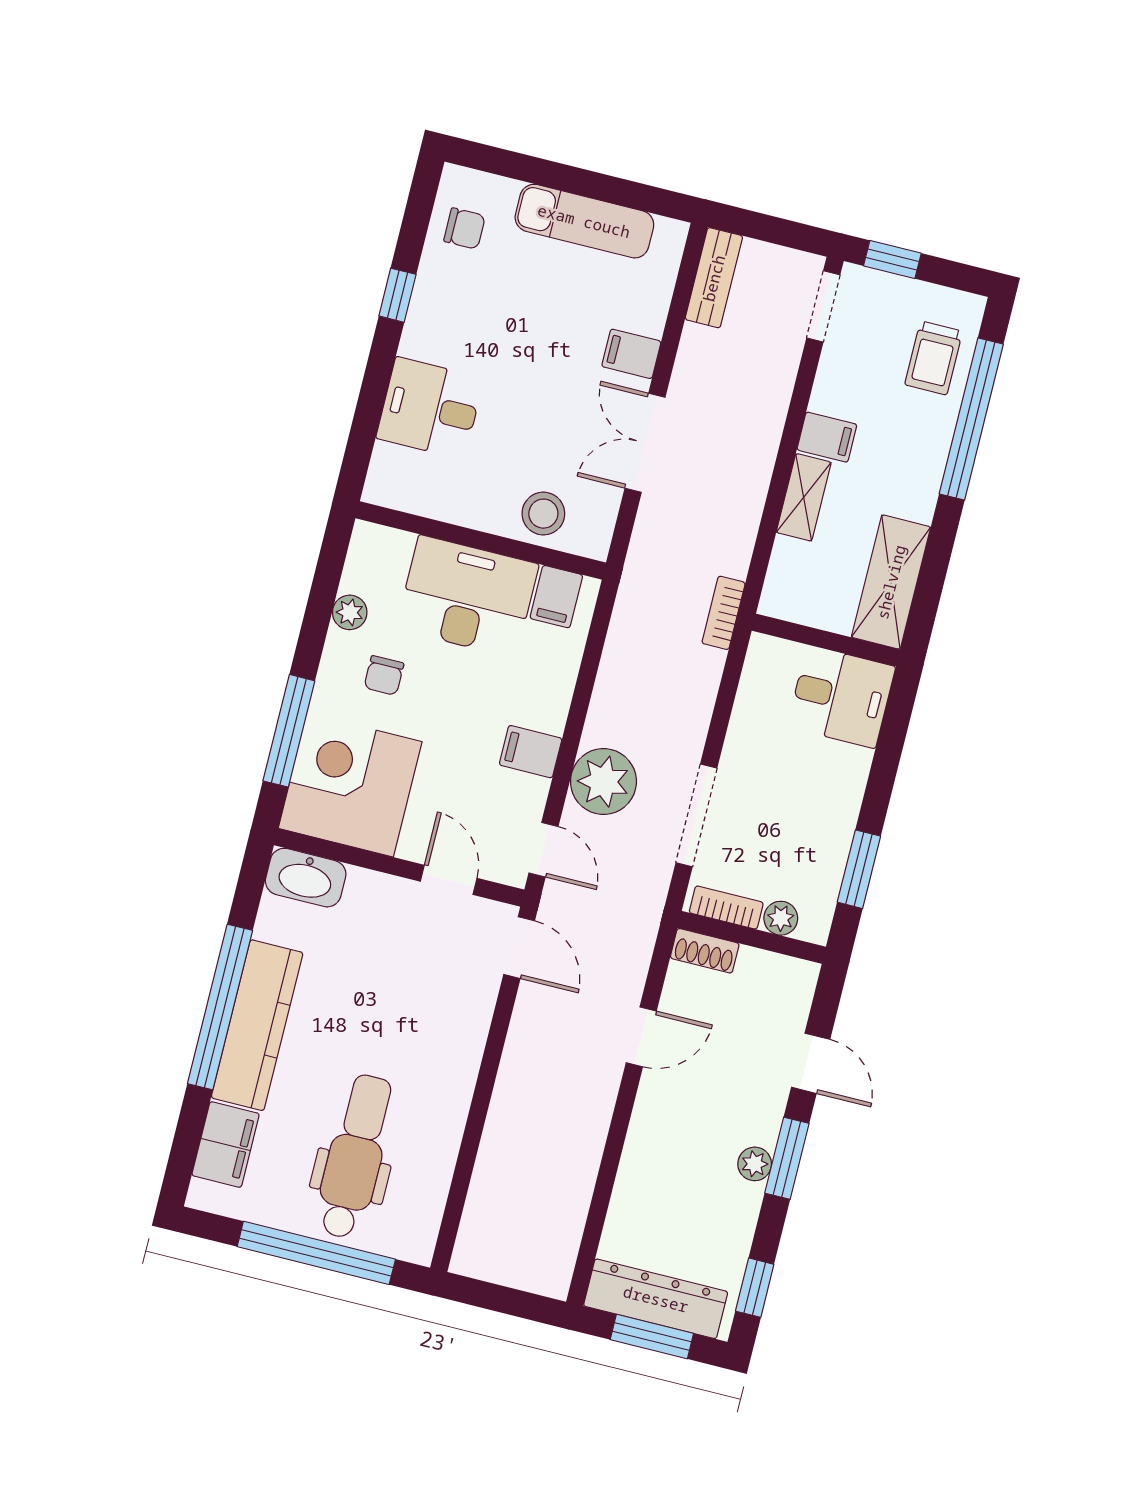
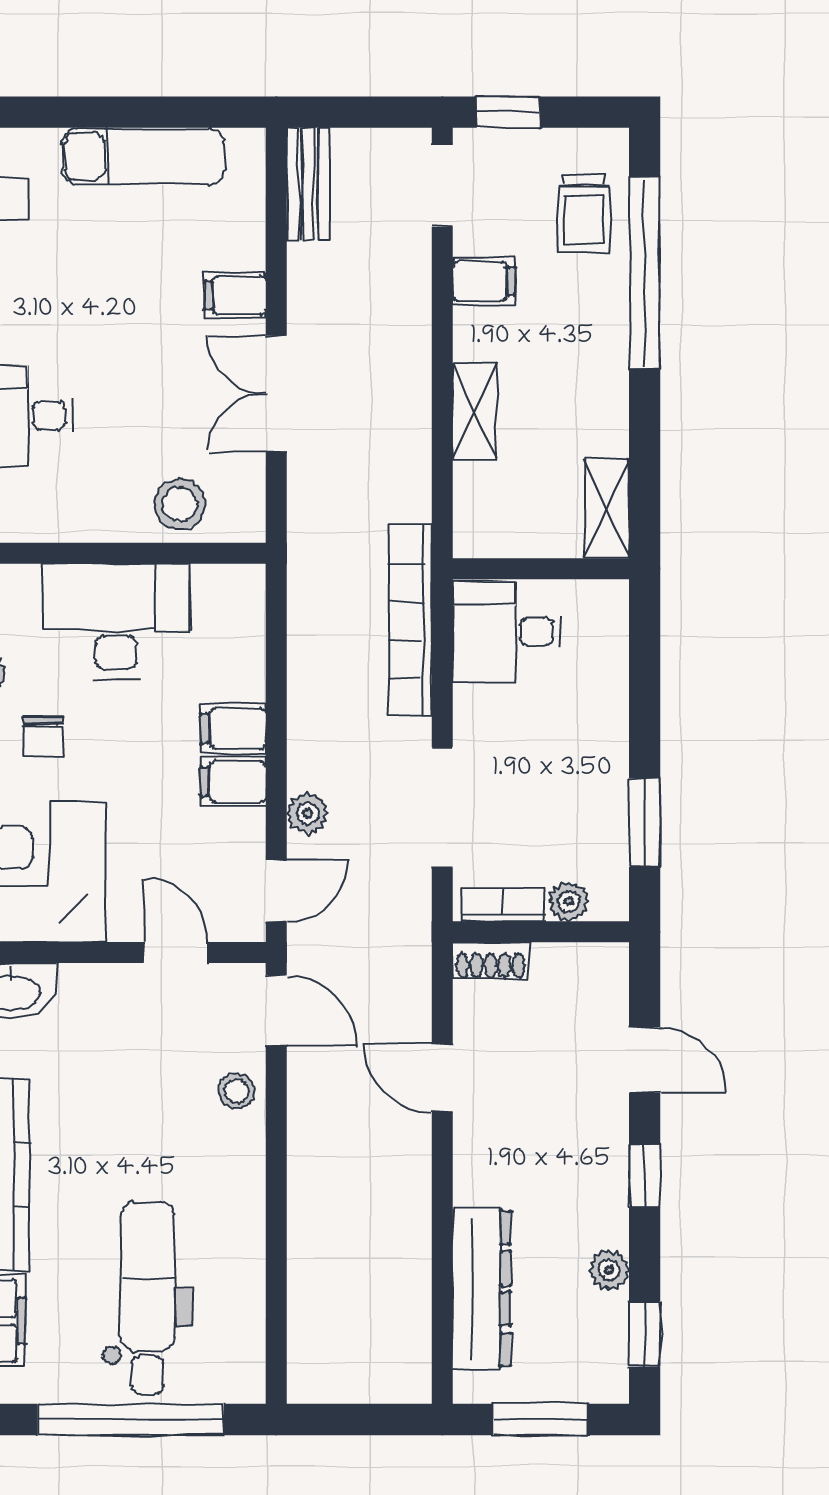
filing cabinet: (827, 437) -> (484, 281), moved
shelving: (891, 582) -> (607, 508), width x0.67, depth x0.75
filing cabinet: (556, 597) -> (233, 729), moved, turned 90
bookcase: (724, 613) -> (410, 621), width x2.31, depth x1.31
desk: (841, 697) -> (507, 632), moved, turned 180
plant: (603, 782) -> (307, 813), width x0.53, depth x0.53
door: (543, 850) -> (276, 891), hinge flipped
stool: (470, 1006) -> (236, 1091), added
door: (641, 1037) -> (442, 1078), swing flipped
window: (787, 1158) -> (645, 1176), width x0.67
plant: (755, 1164) -> (609, 1270), moved
dresser: (656, 1299) -> (482, 1289), moved, turned 90

